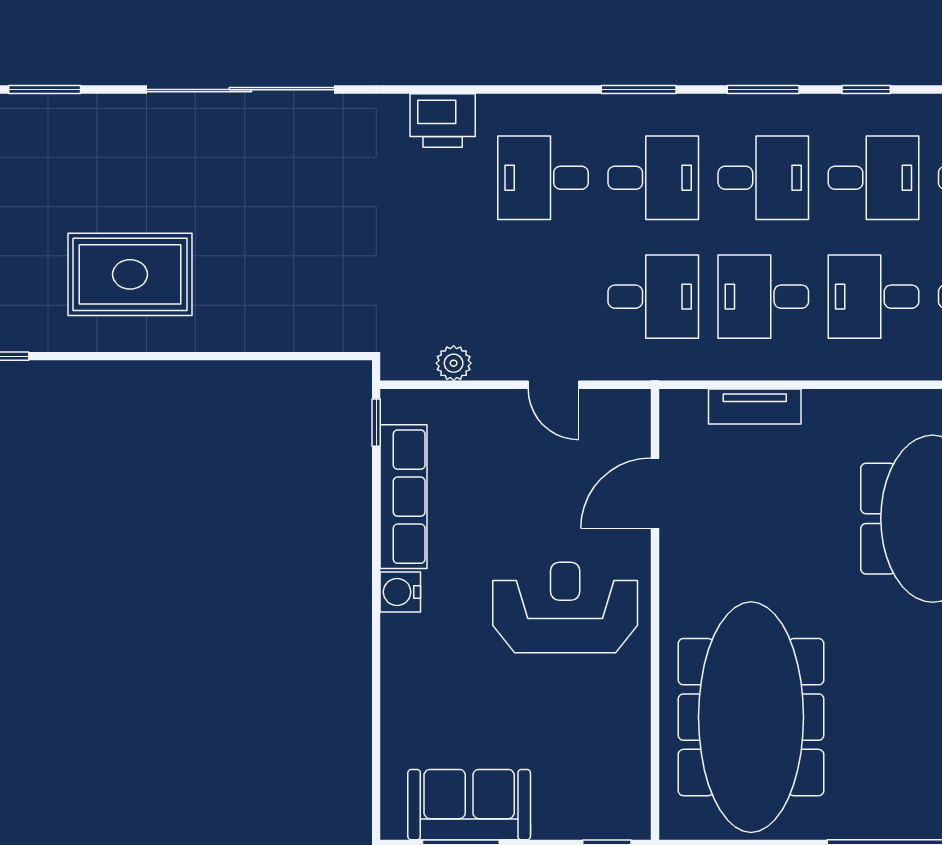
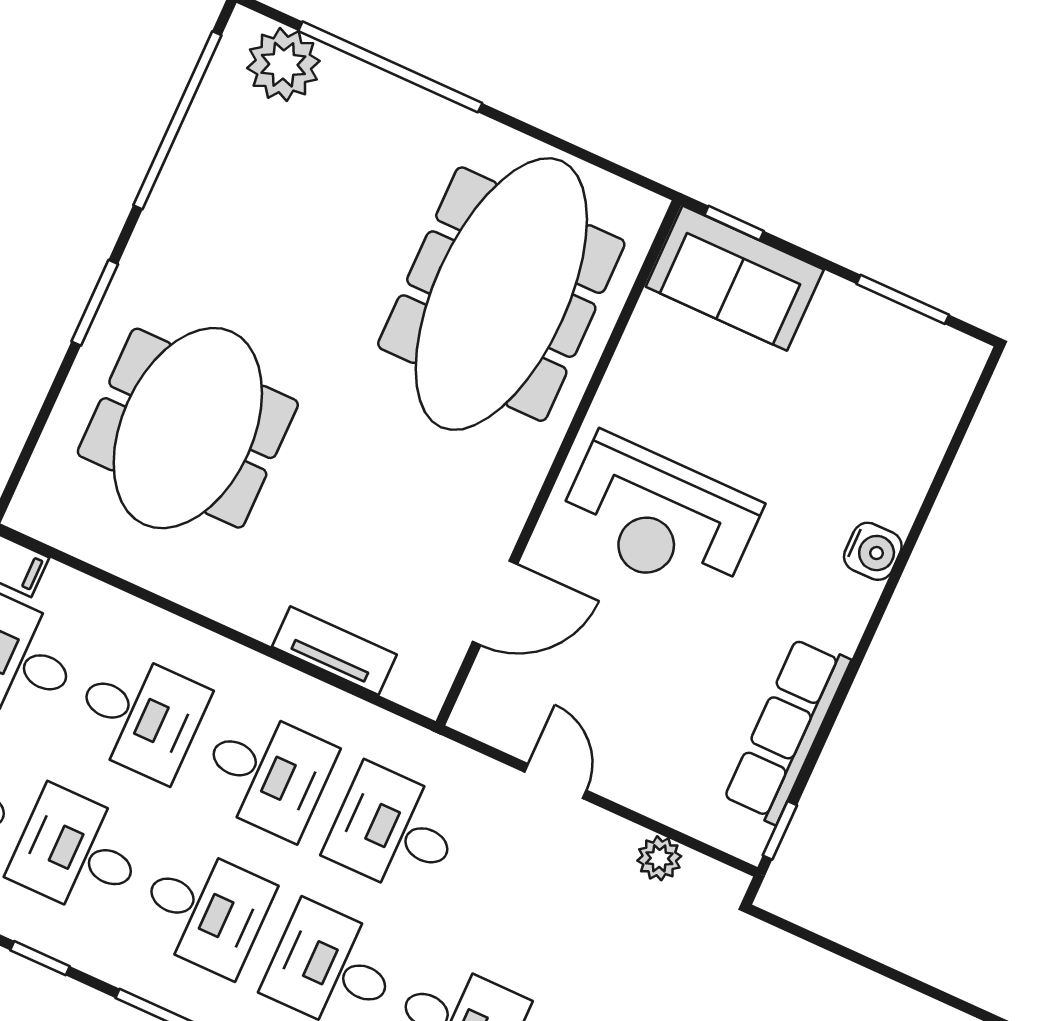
desk: (763, 178) -> (205, 910), turned 180
water cooler: (400, 592) -> (873, 551), moved
sofa: (469, 805) -> (735, 278), moved

